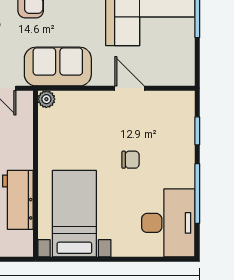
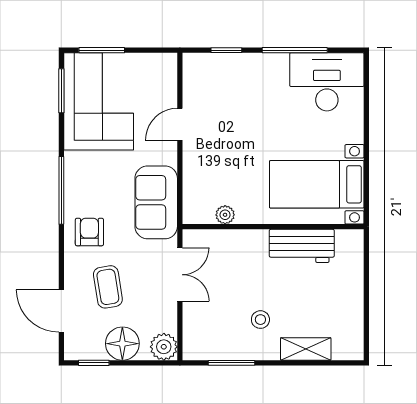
plant: (46, 99) -> (225, 215), moved
chair: (131, 160) -> (258, 123), removed

